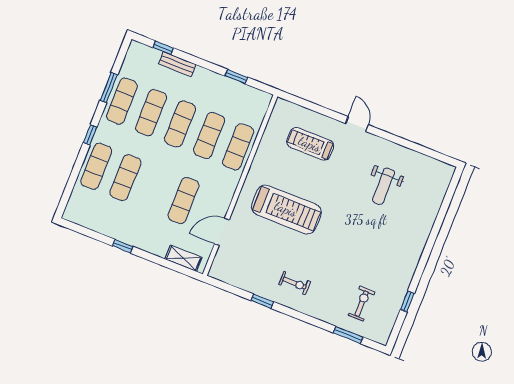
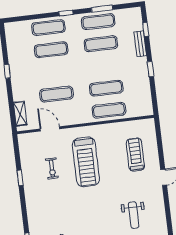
window: (236, 77) -> (151, 69), moved
exercise mat: (180, 124) -> (104, 66), removed
weight bench: (383, 186) -> (134, 215), turned -90
exercise bike: (295, 283) -> (52, 169), moved

